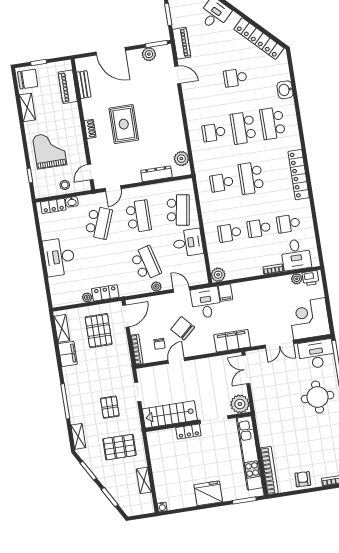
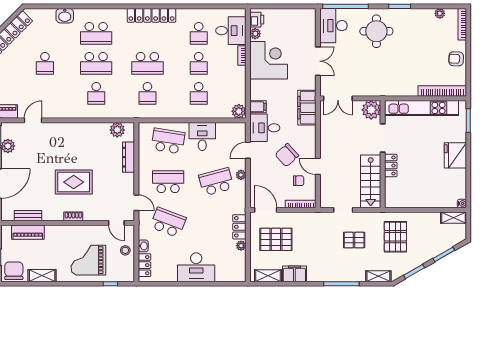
corner desk: (309, 319) -> (269, 60), moved, turned 180
shelving: (144, 480) -> (453, 218), moved

